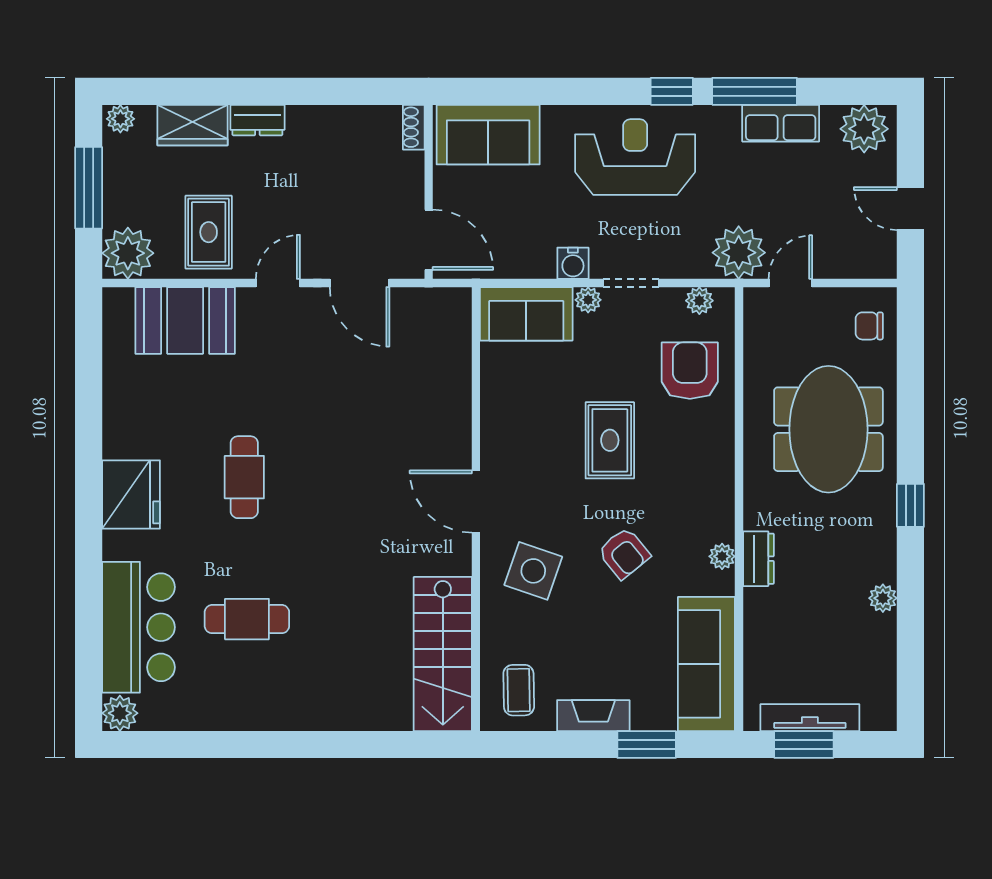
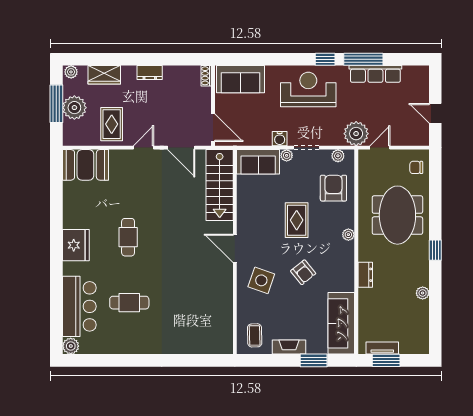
dresser: (257, 120) -> (150, 73), moved
row of seats: (781, 123) -> (375, 74), width x1.48
plant: (864, 129) -> (414, 77), removed
plant: (128, 253) -> (74, 108), moved
booth: (185, 320) -> (85, 165), moved
plant: (722, 556) -> (348, 235), moved
stairs: (443, 654) -> (220, 185), moved
tv unit: (810, 718) -> (382, 348), width x0.71

